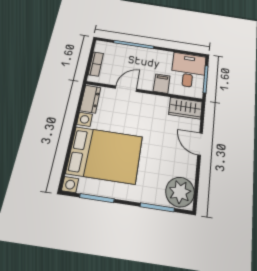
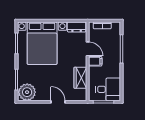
filing cabinet: (162, 84) -> (95, 61), moved
wardrobe: (185, 108) -> (80, 78), moved
door: (200, 144) -> (58, 102), hinge flipped

